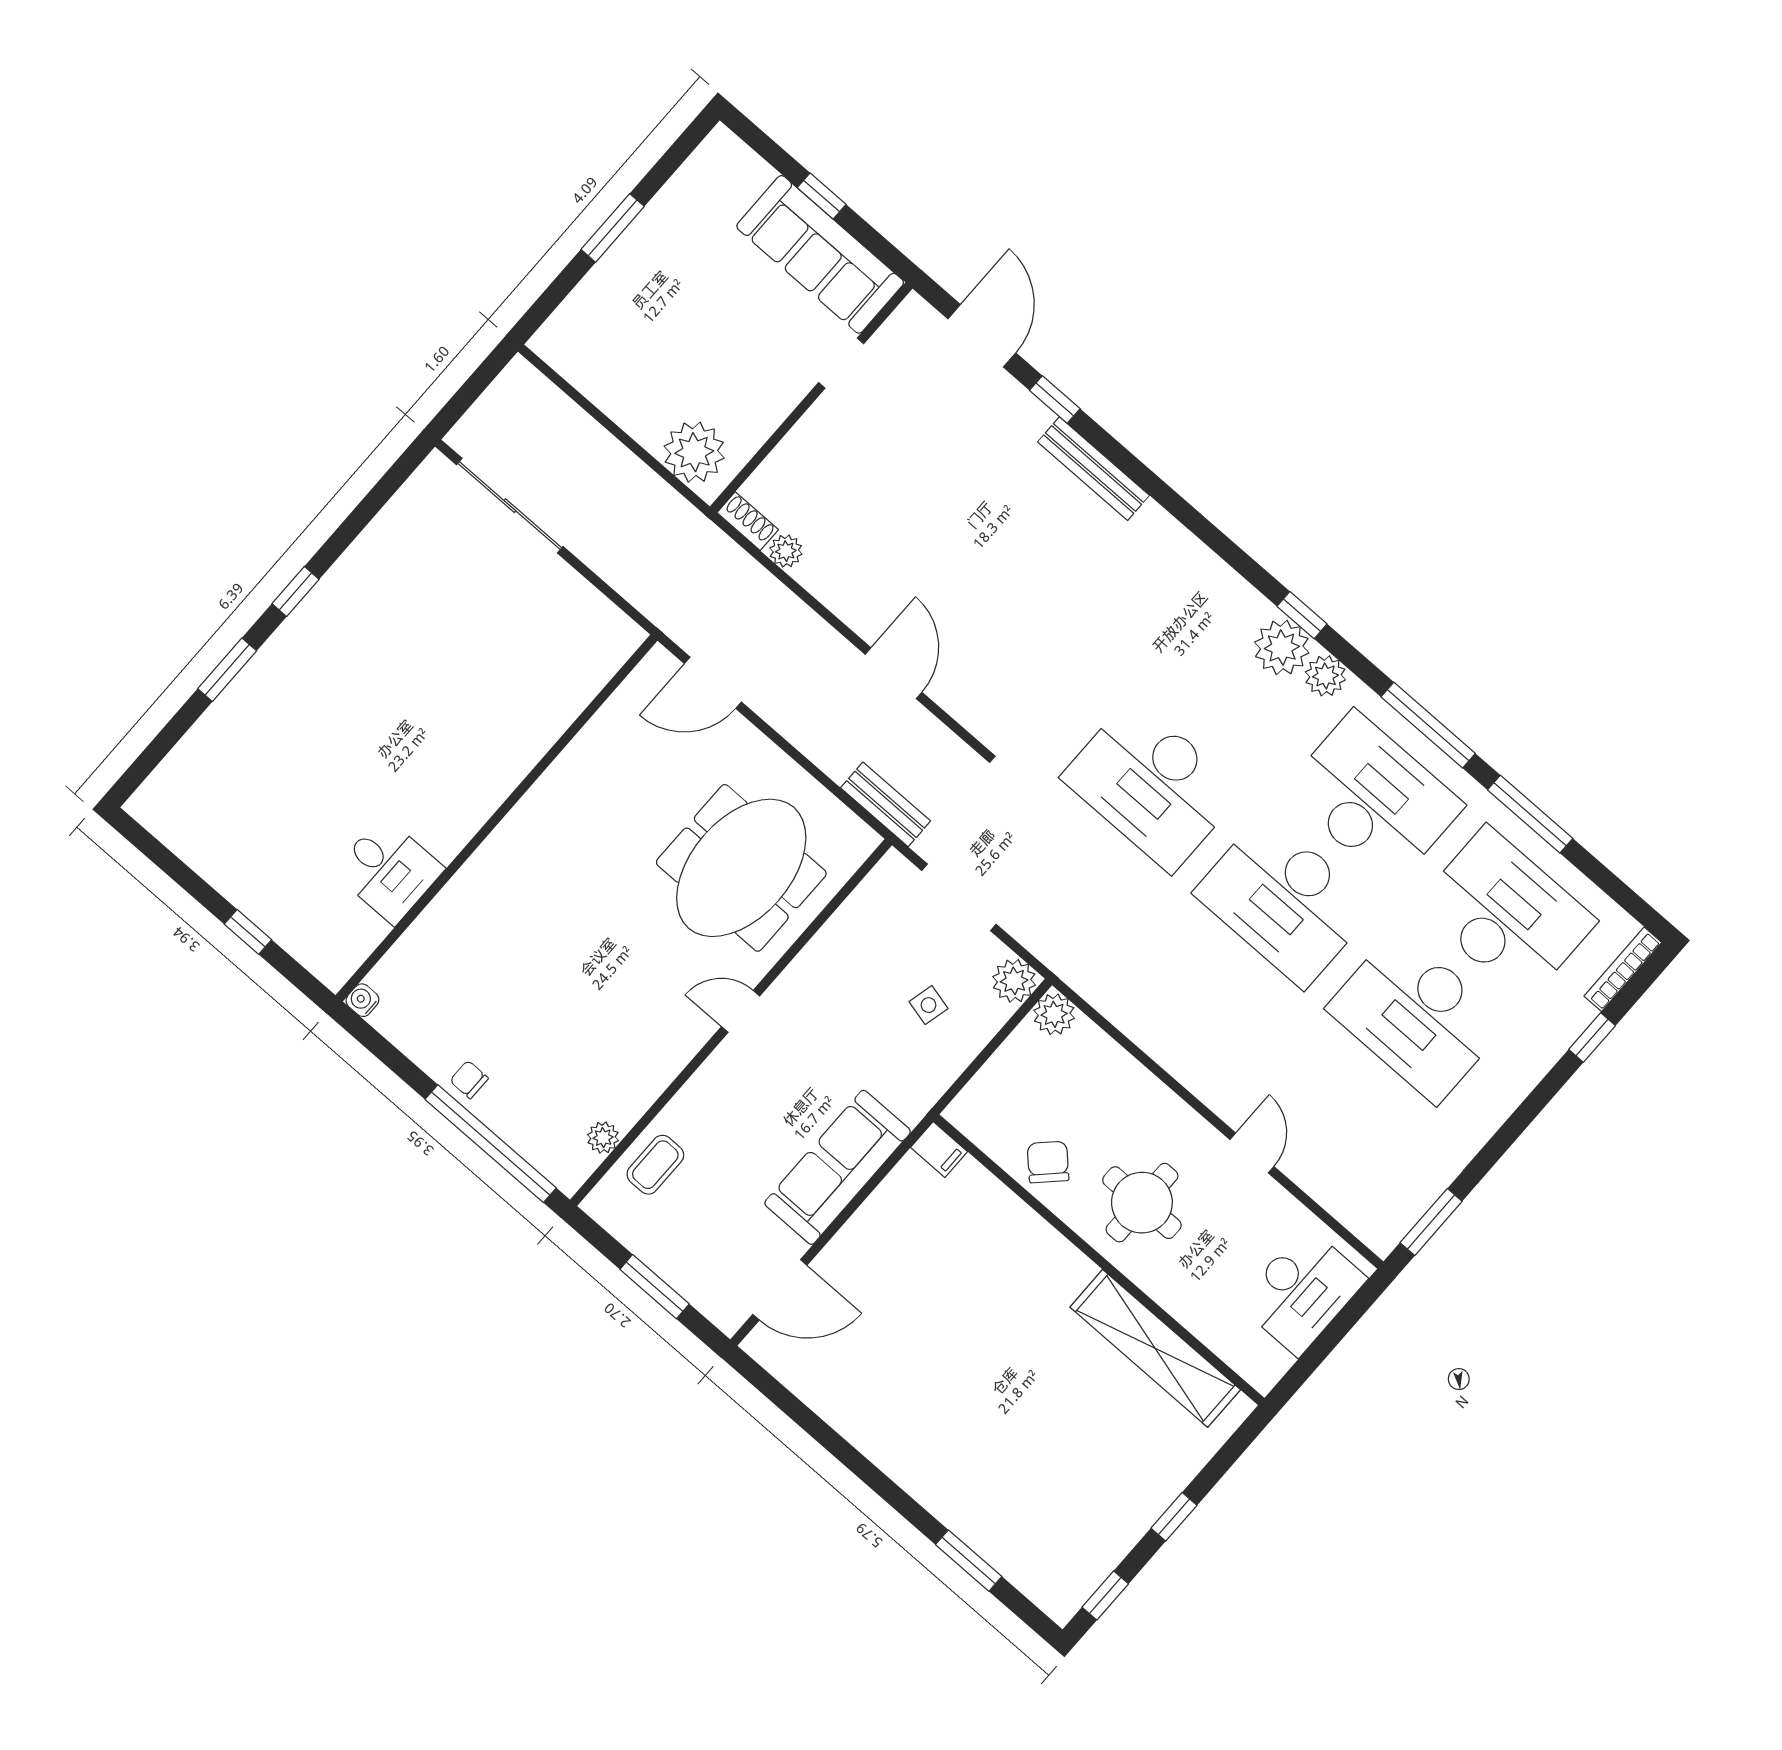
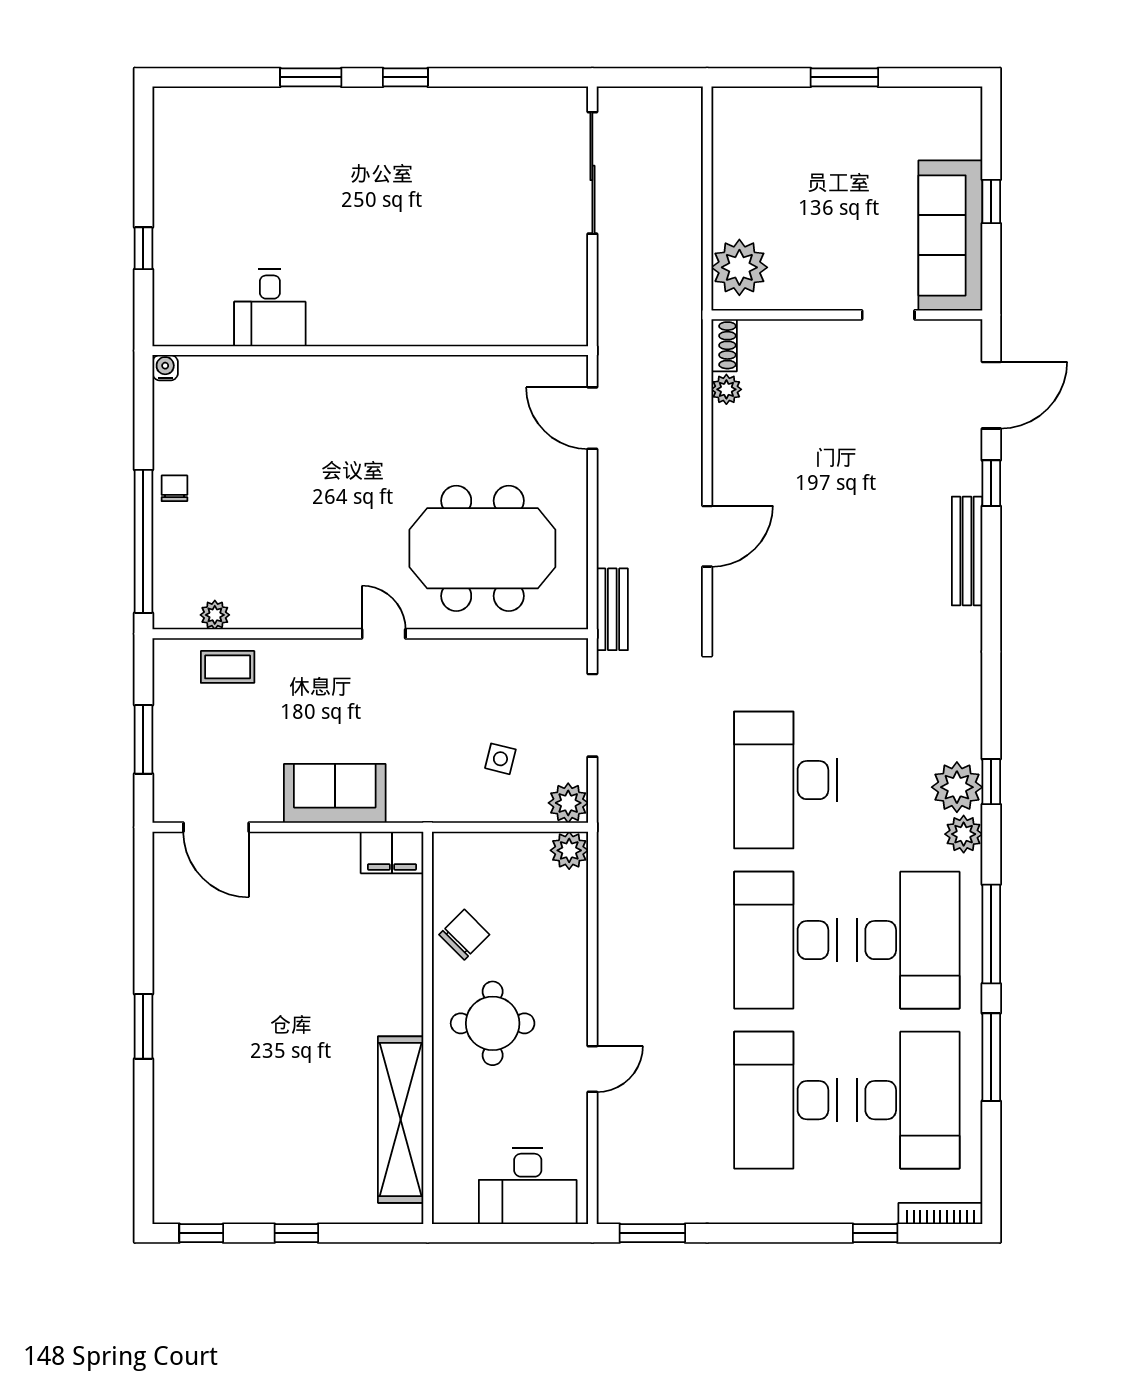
filing cabinet: (939, 1149) -> (392, 852), width x2.00
sofa: (838, 1167) -> (335, 793), width x0.73
window: (969, 1561) -> (143, 1026), moved

